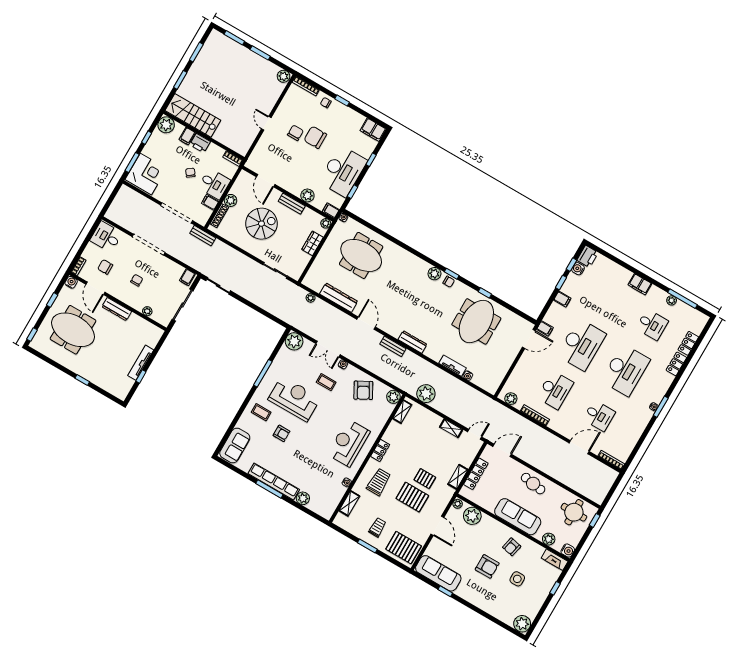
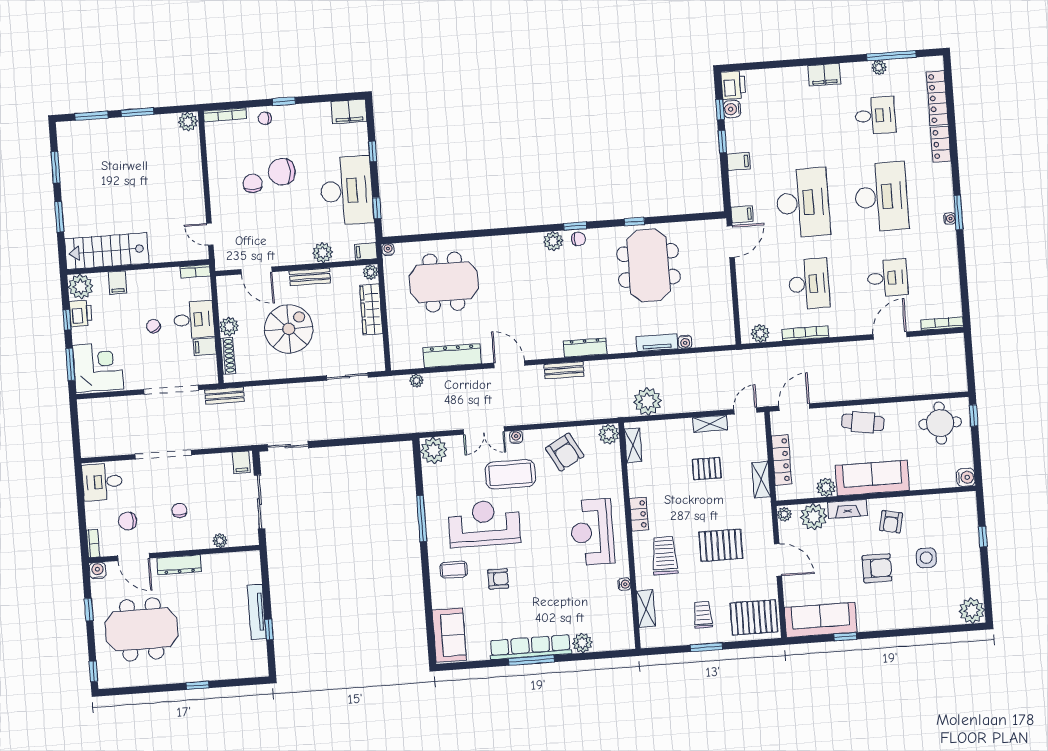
door: (266, 123) -> (210, 234), moved
printer: (200, 143) -> (81, 313), moved, turned -90
wardrobe: (312, 243) -> (371, 309), width x1.50
locker: (688, 343) -> (937, 98), width x1.53
coffee table: (326, 382) -> (510, 474), width x1.86, depth x1.72
pallet: (425, 479) -> (707, 469), moved
plant: (549, 539) -> (826, 487), moved
fireplace: (555, 560) -> (847, 509), moved

